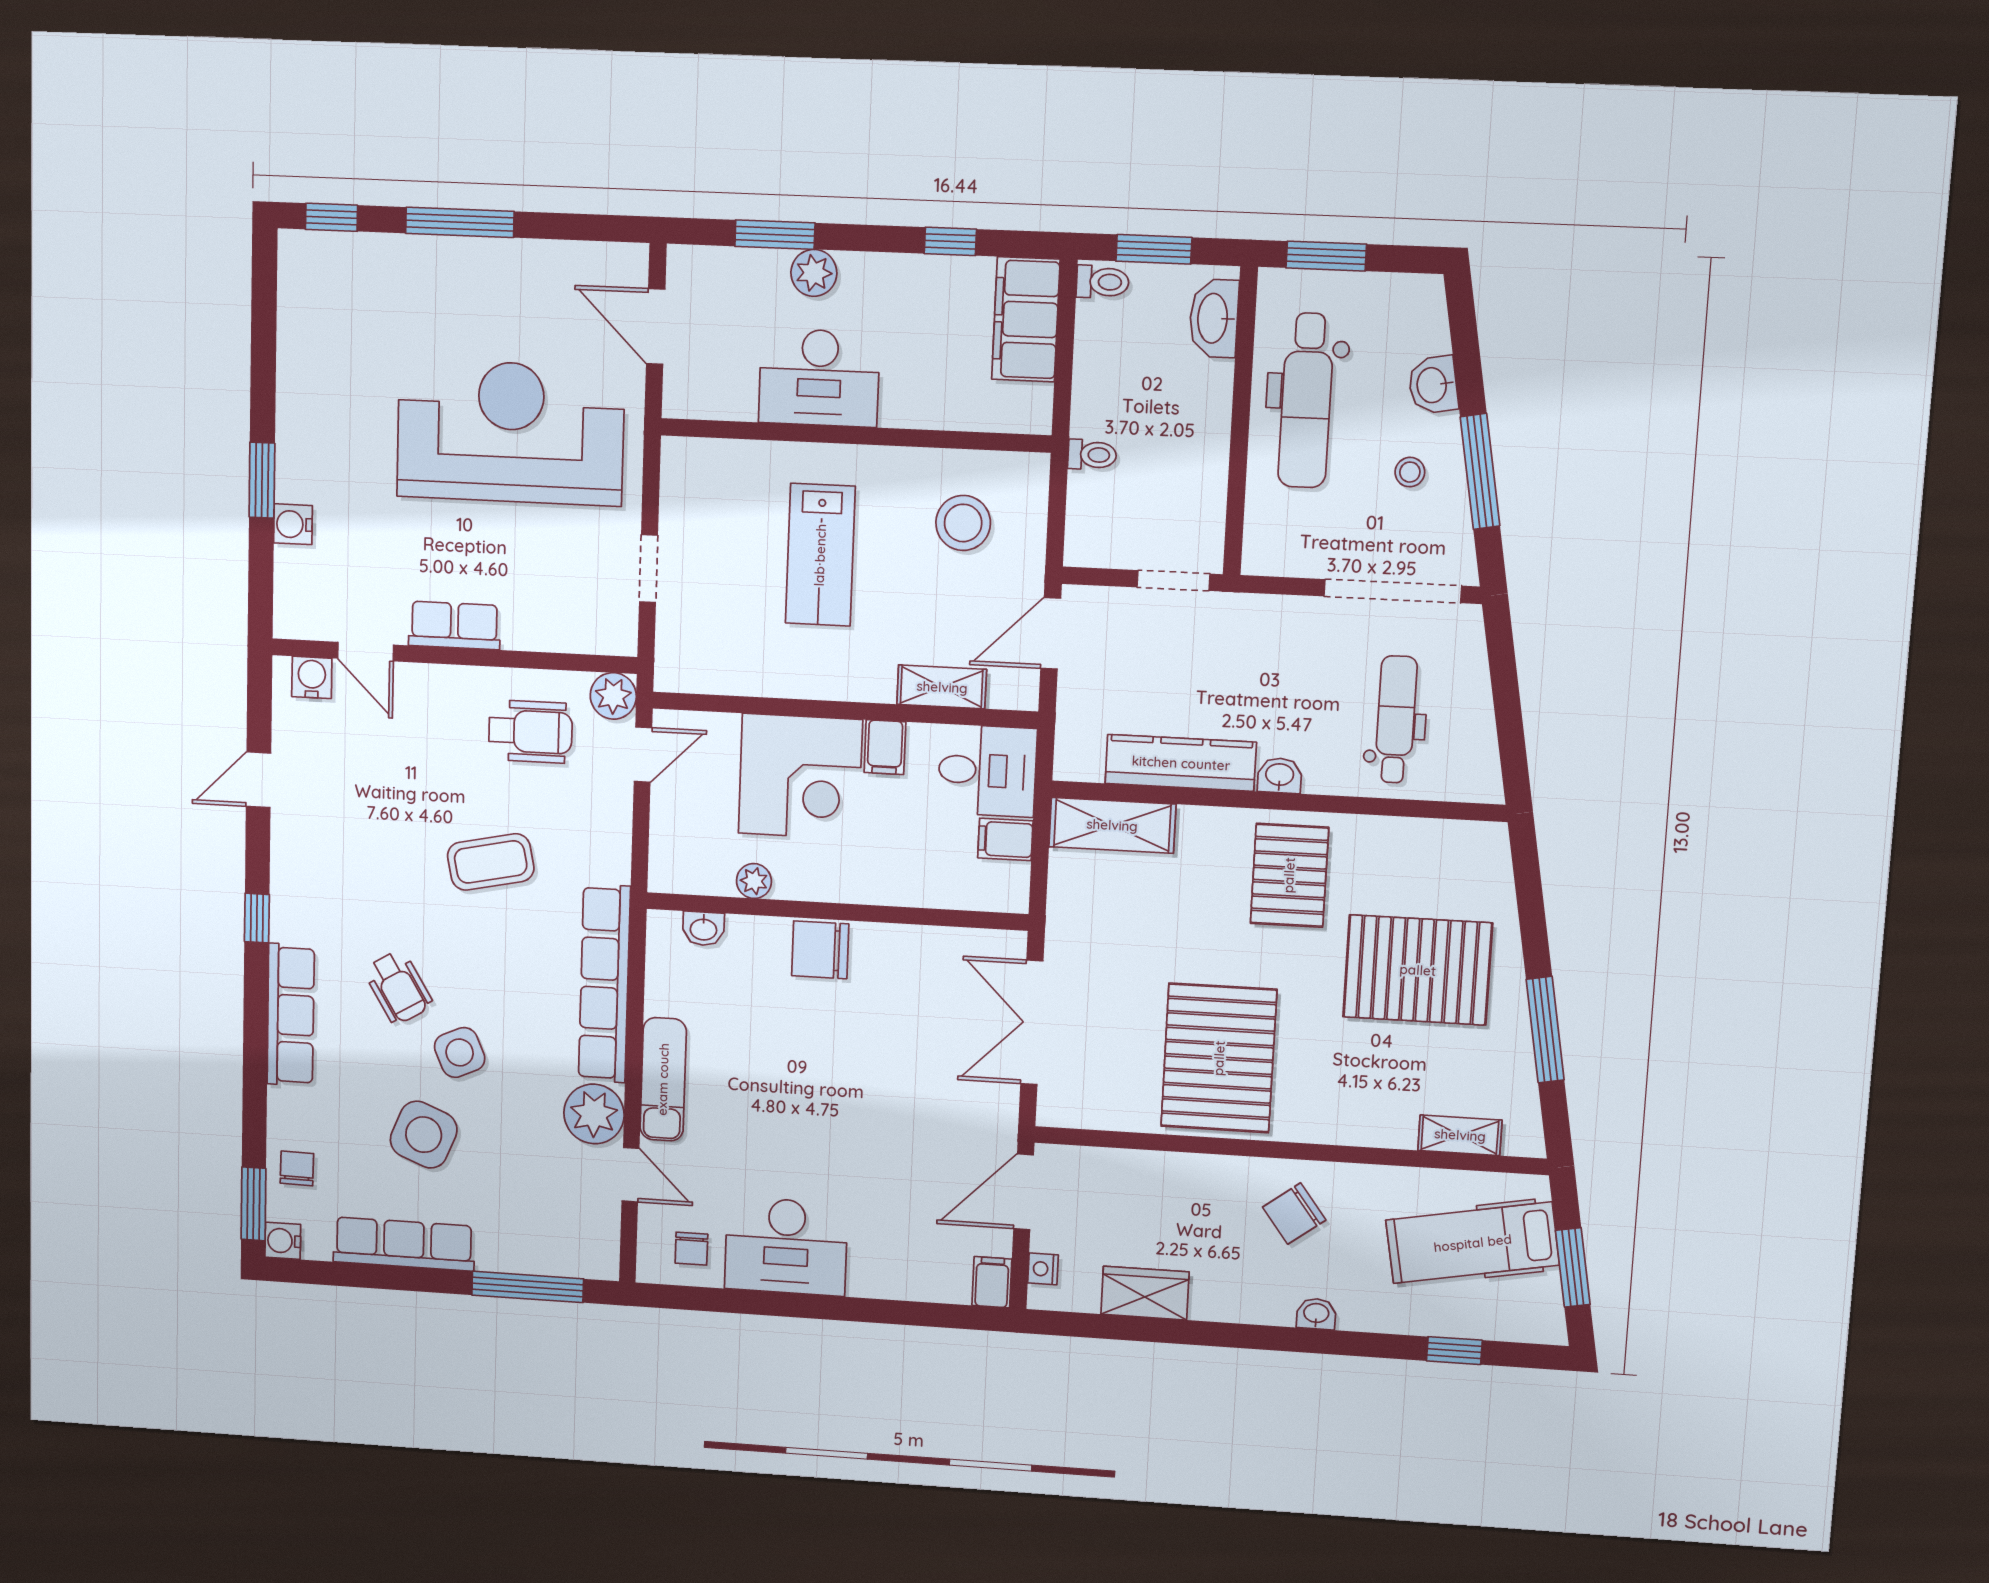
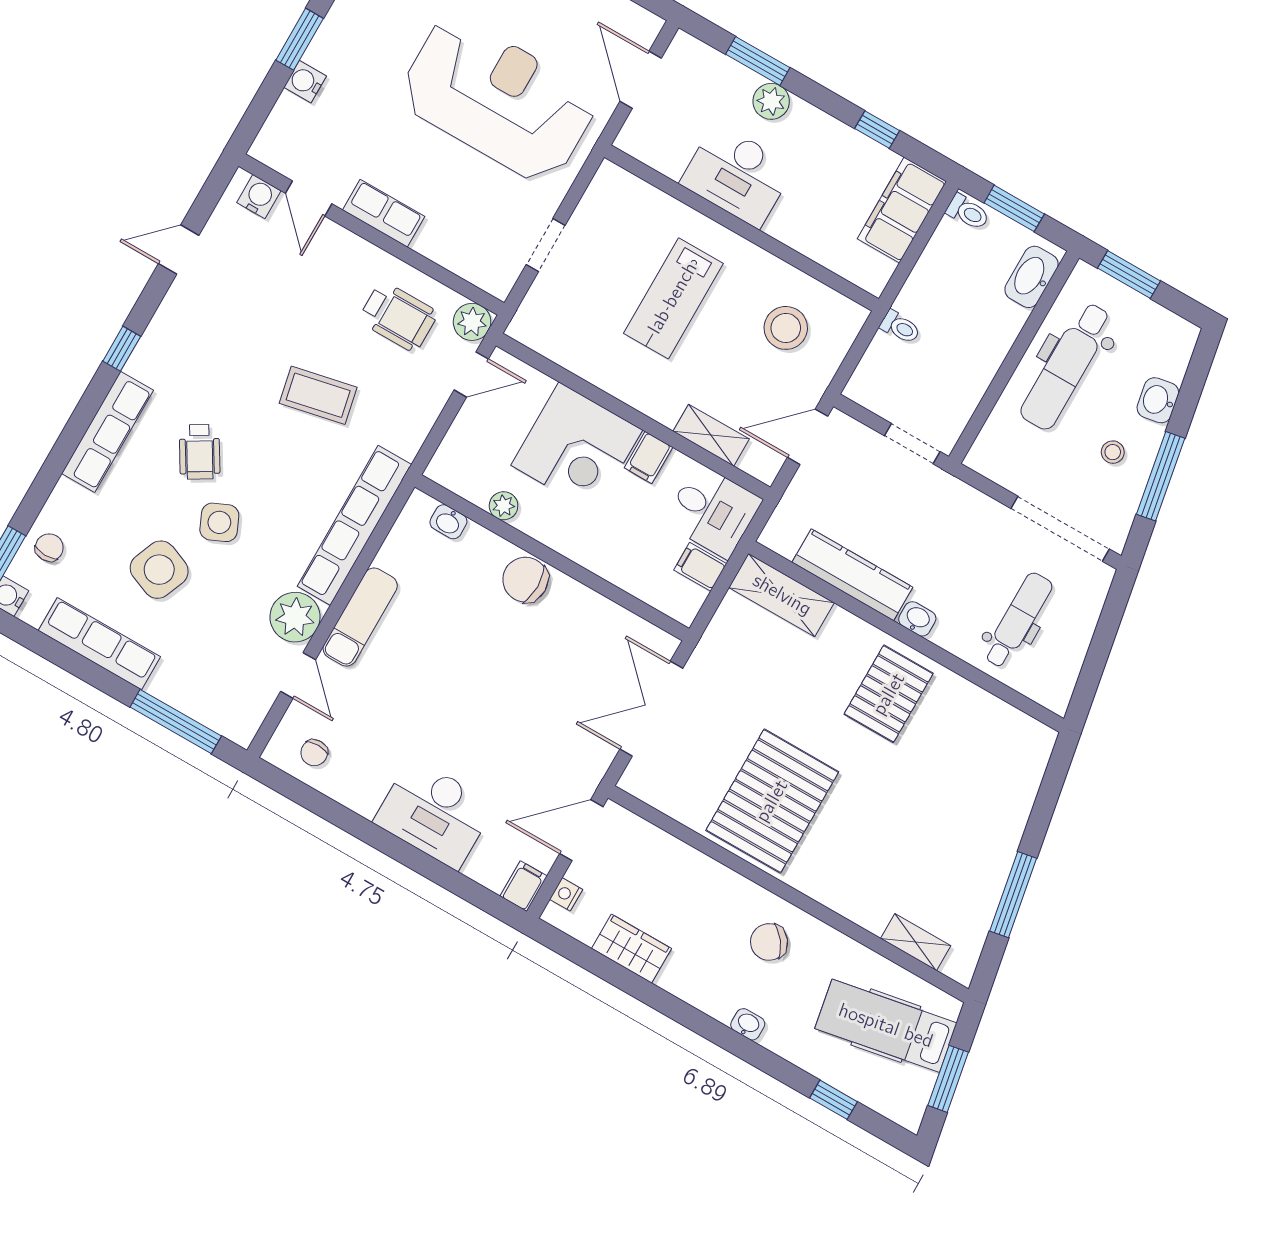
pallet: (1418, 970) -> (945, 807), removed
desk: (786, 1246) -> (434, 813), moved

